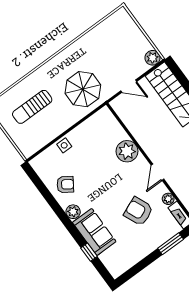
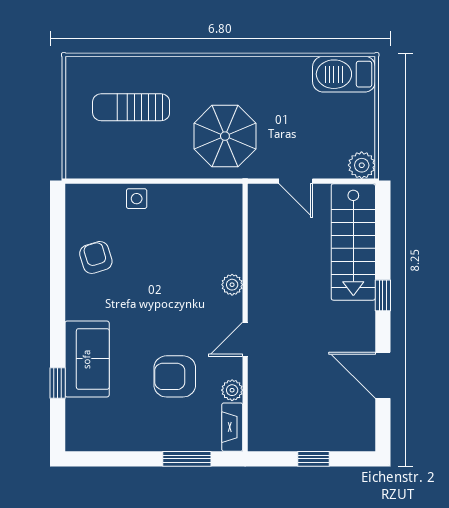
barbecue: (115, 23) -> (344, 74), added
plant: (127, 151) -> (232, 285), width x0.53, depth x0.53
armchair: (65, 184) -> (96, 257), turned -141
armchair: (138, 211) -> (175, 376), turned -67
plant: (73, 212) -> (78, 306), removed

